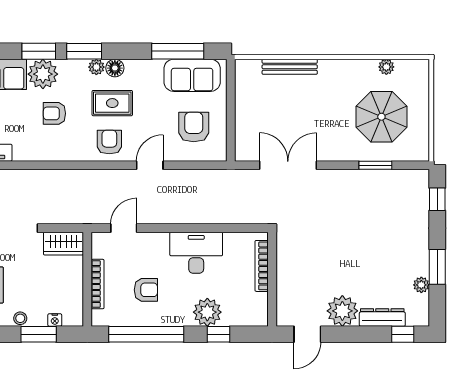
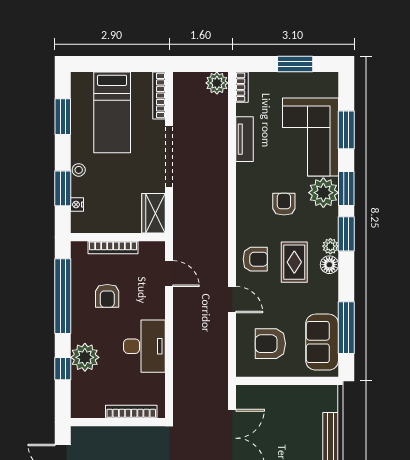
armchair: (194, 127) -> (270, 344), turned 180

